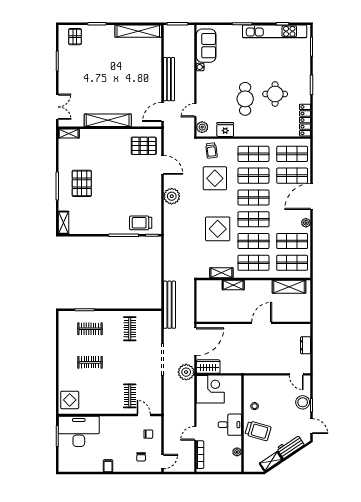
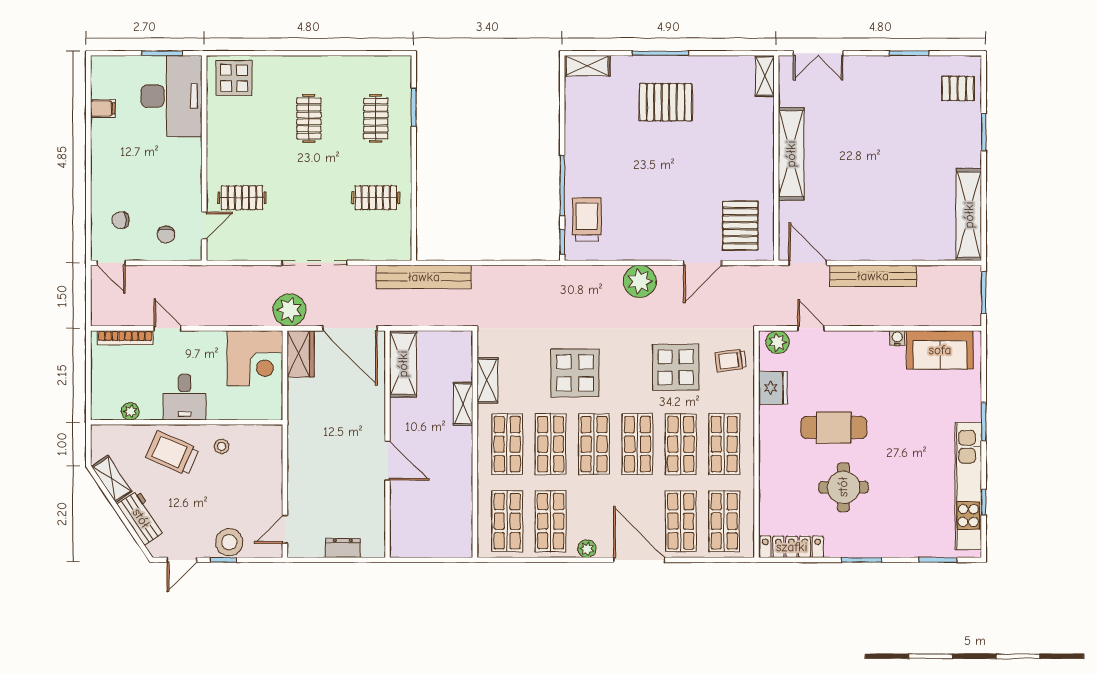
shelving: (289, 287) -> (403, 364), moved
trolley: (258, 431) -> (172, 453), turned 98
filing cabinet: (108, 466) -> (103, 108), moved

